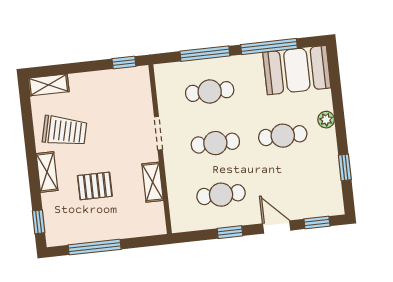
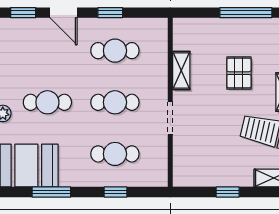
window: (269, 47) -> (51, 192), width x0.69
window: (205, 54) -> (116, 192), width x0.46
window: (124, 63) -> (228, 192), moved
pallet: (95, 186) -> (239, 73), turned 90

